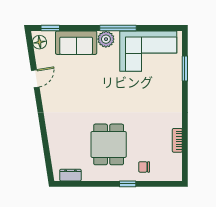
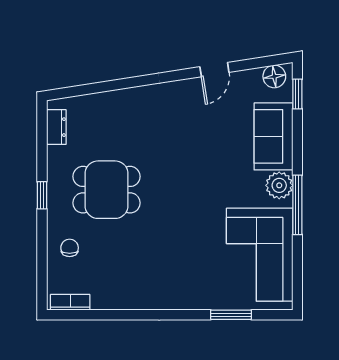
door: (35, 79) -> (214, 70), hinge flipped
bookcase: (177, 140) -> (70, 302), moved
window: (128, 184) -> (42, 195), moved

